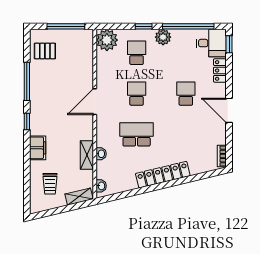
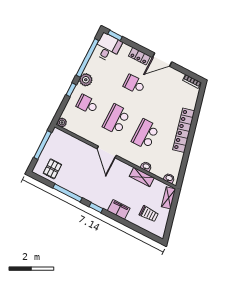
plant: (107, 40) -> (62, 123), width x0.53, depth x0.53
locker: (220, 70) -> (139, 56), moved
school desk: (137, 94) -> (116, 119), width x1.85

